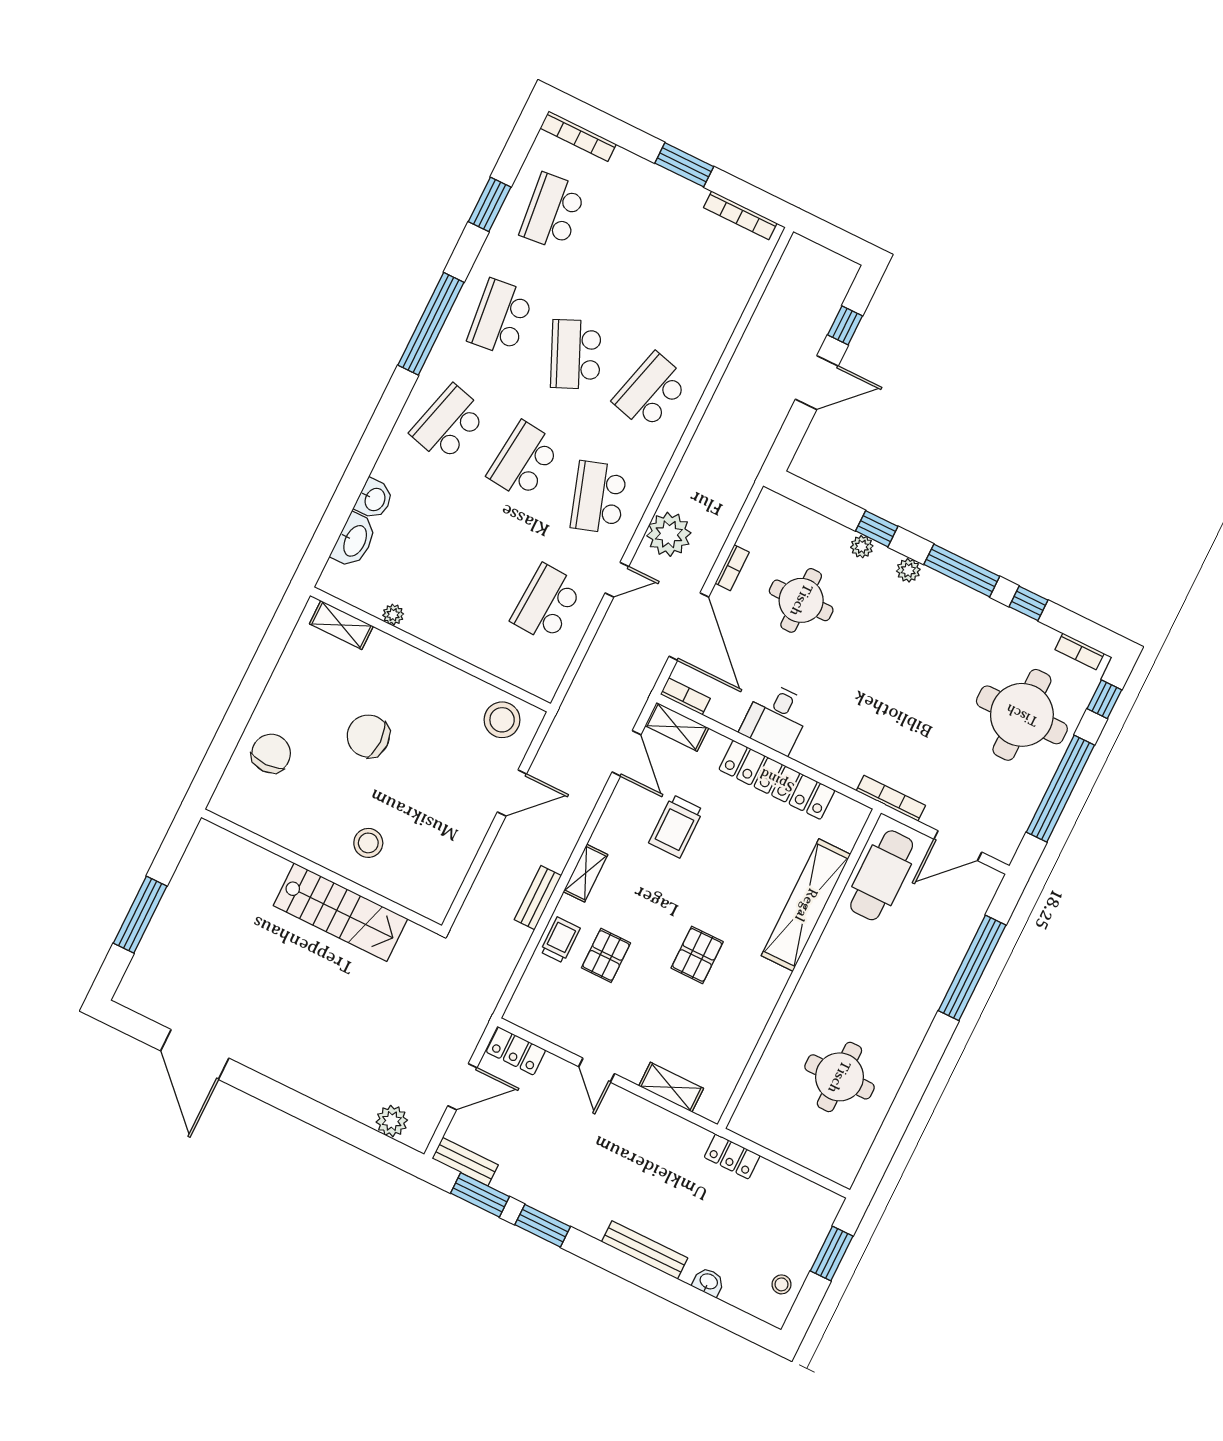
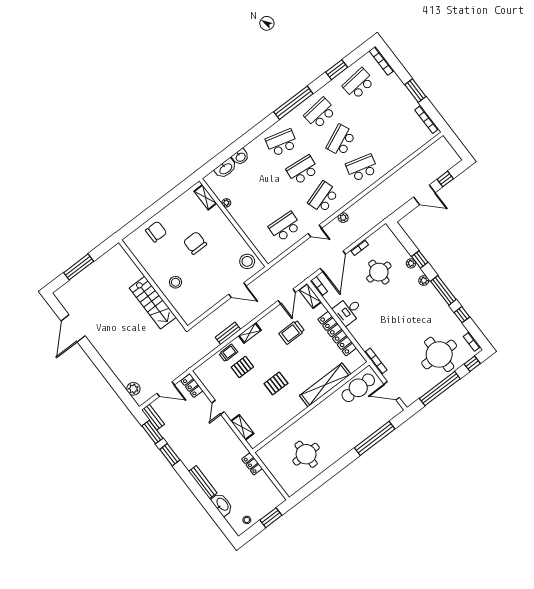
plant: (669, 534) -> (343, 218), width x0.53, depth x0.53
washbasin: (708, 1282) -> (222, 504), width x1.91, depth x1.45

